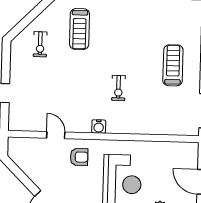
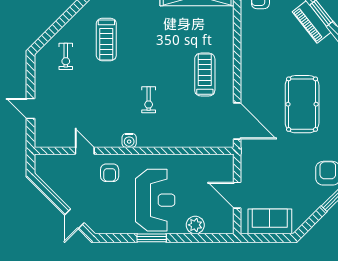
armchair: (79, 157) -> (110, 173), turned 90

